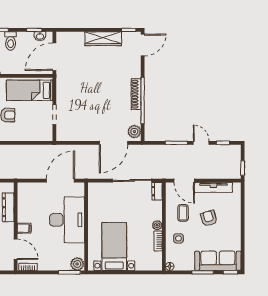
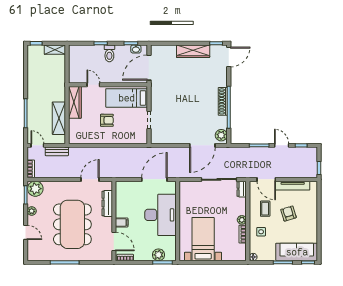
plant: (77, 264) -> (159, 255), moved

